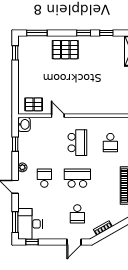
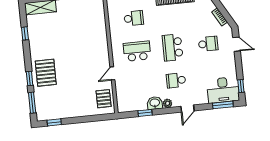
window: (84, 33) -> (30, 78), moved
washbasin: (24, 124) -> (155, 103), moved

